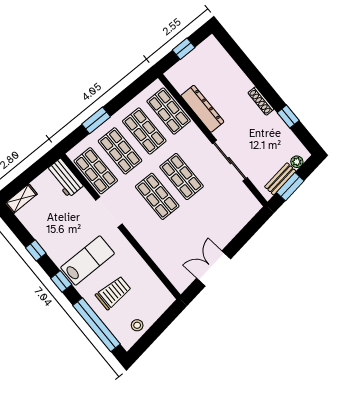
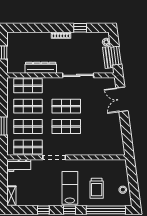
double door: (214, 269) -> (122, 99), moved
trolley: (113, 293) -> (97, 188), turned 180

